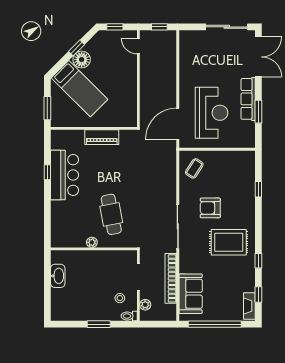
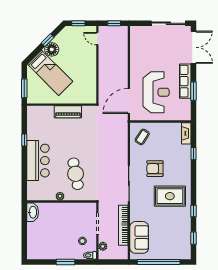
bar counter: (65, 175) -> (38, 161), moved
washbasin: (58, 276) -> (33, 212), moved
fireplace: (249, 306) -> (186, 133), moved

